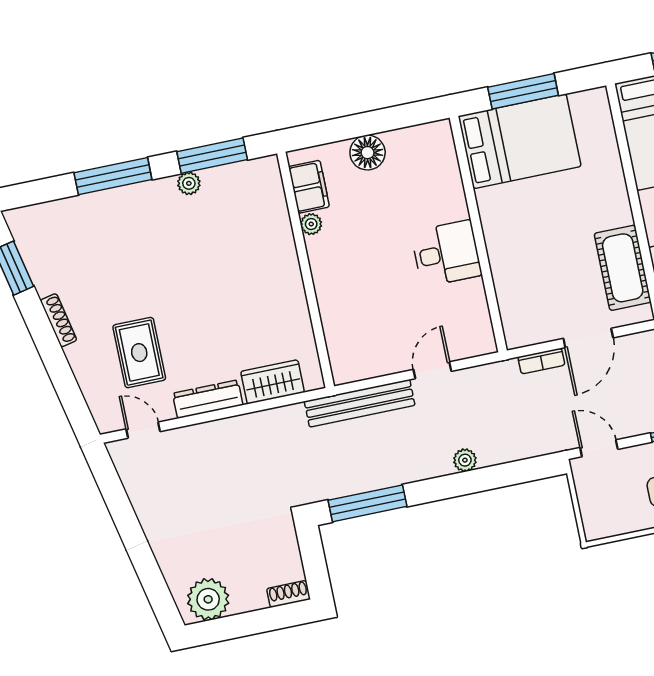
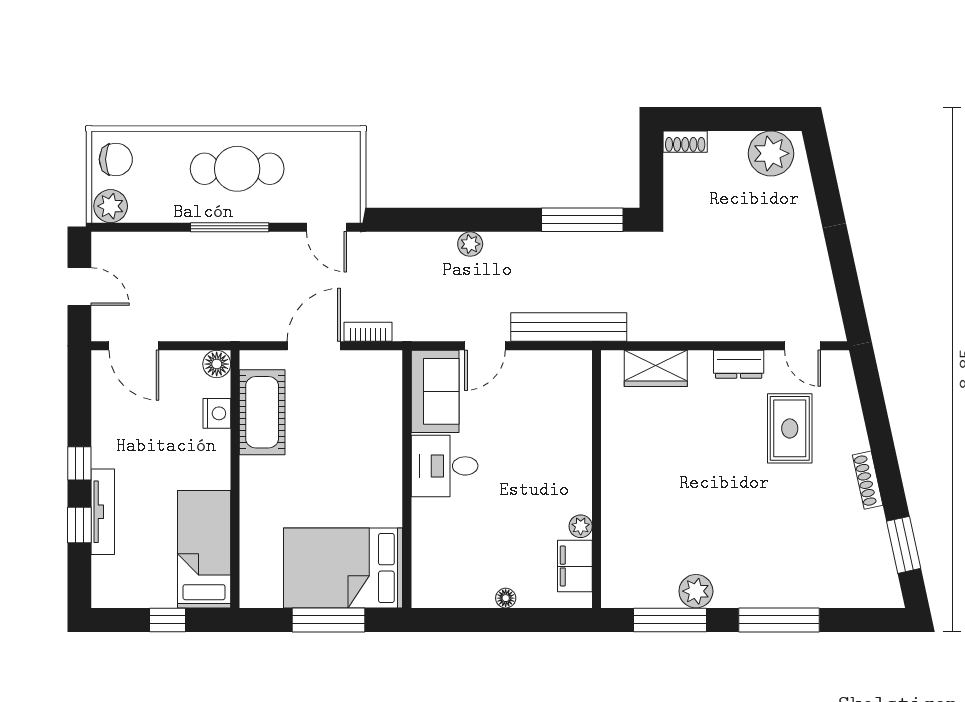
floor lamp: (368, 153) -> (506, 598), width x0.53, depth x0.53
plant: (189, 183) -> (696, 591), width x1.38, depth x1.38
sofa: (469, 319) -> (435, 391), added
dresser: (208, 399) -> (739, 364), width x0.70

